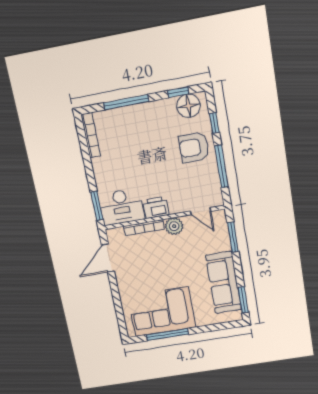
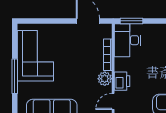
printer: (156, 208) -> (122, 81), moved
window: (167, 335) -> (15, 76), moved

